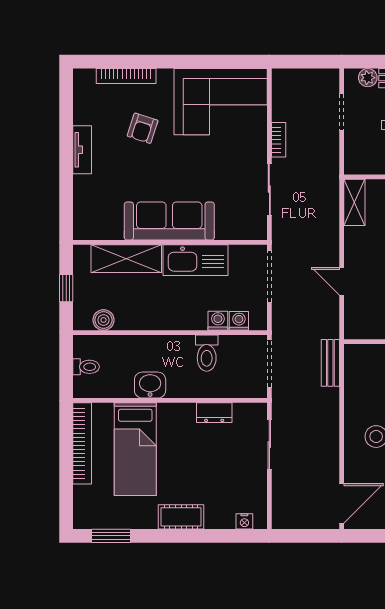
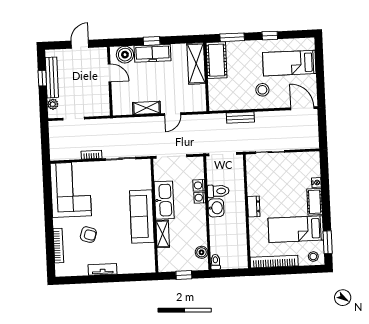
shelving: (354, 202) -> (146, 108), moved
shelving: (126, 259) -> (163, 234), width x0.67, depth x0.75
washing machine: (239, 321) -> (200, 198), moved
bench: (330, 363) -> (240, 118), moved
toilet: (86, 367) -> (215, 262), moved
washbasin: (150, 385) -> (216, 208), moved, turned 180
dresser: (214, 413) -> (254, 206), moved
bed: (135, 449) -> (296, 229), moved, turned 180
stool: (88, 510) -> (313, 257), added
nightstand: (244, 521) -> (316, 183), moved

